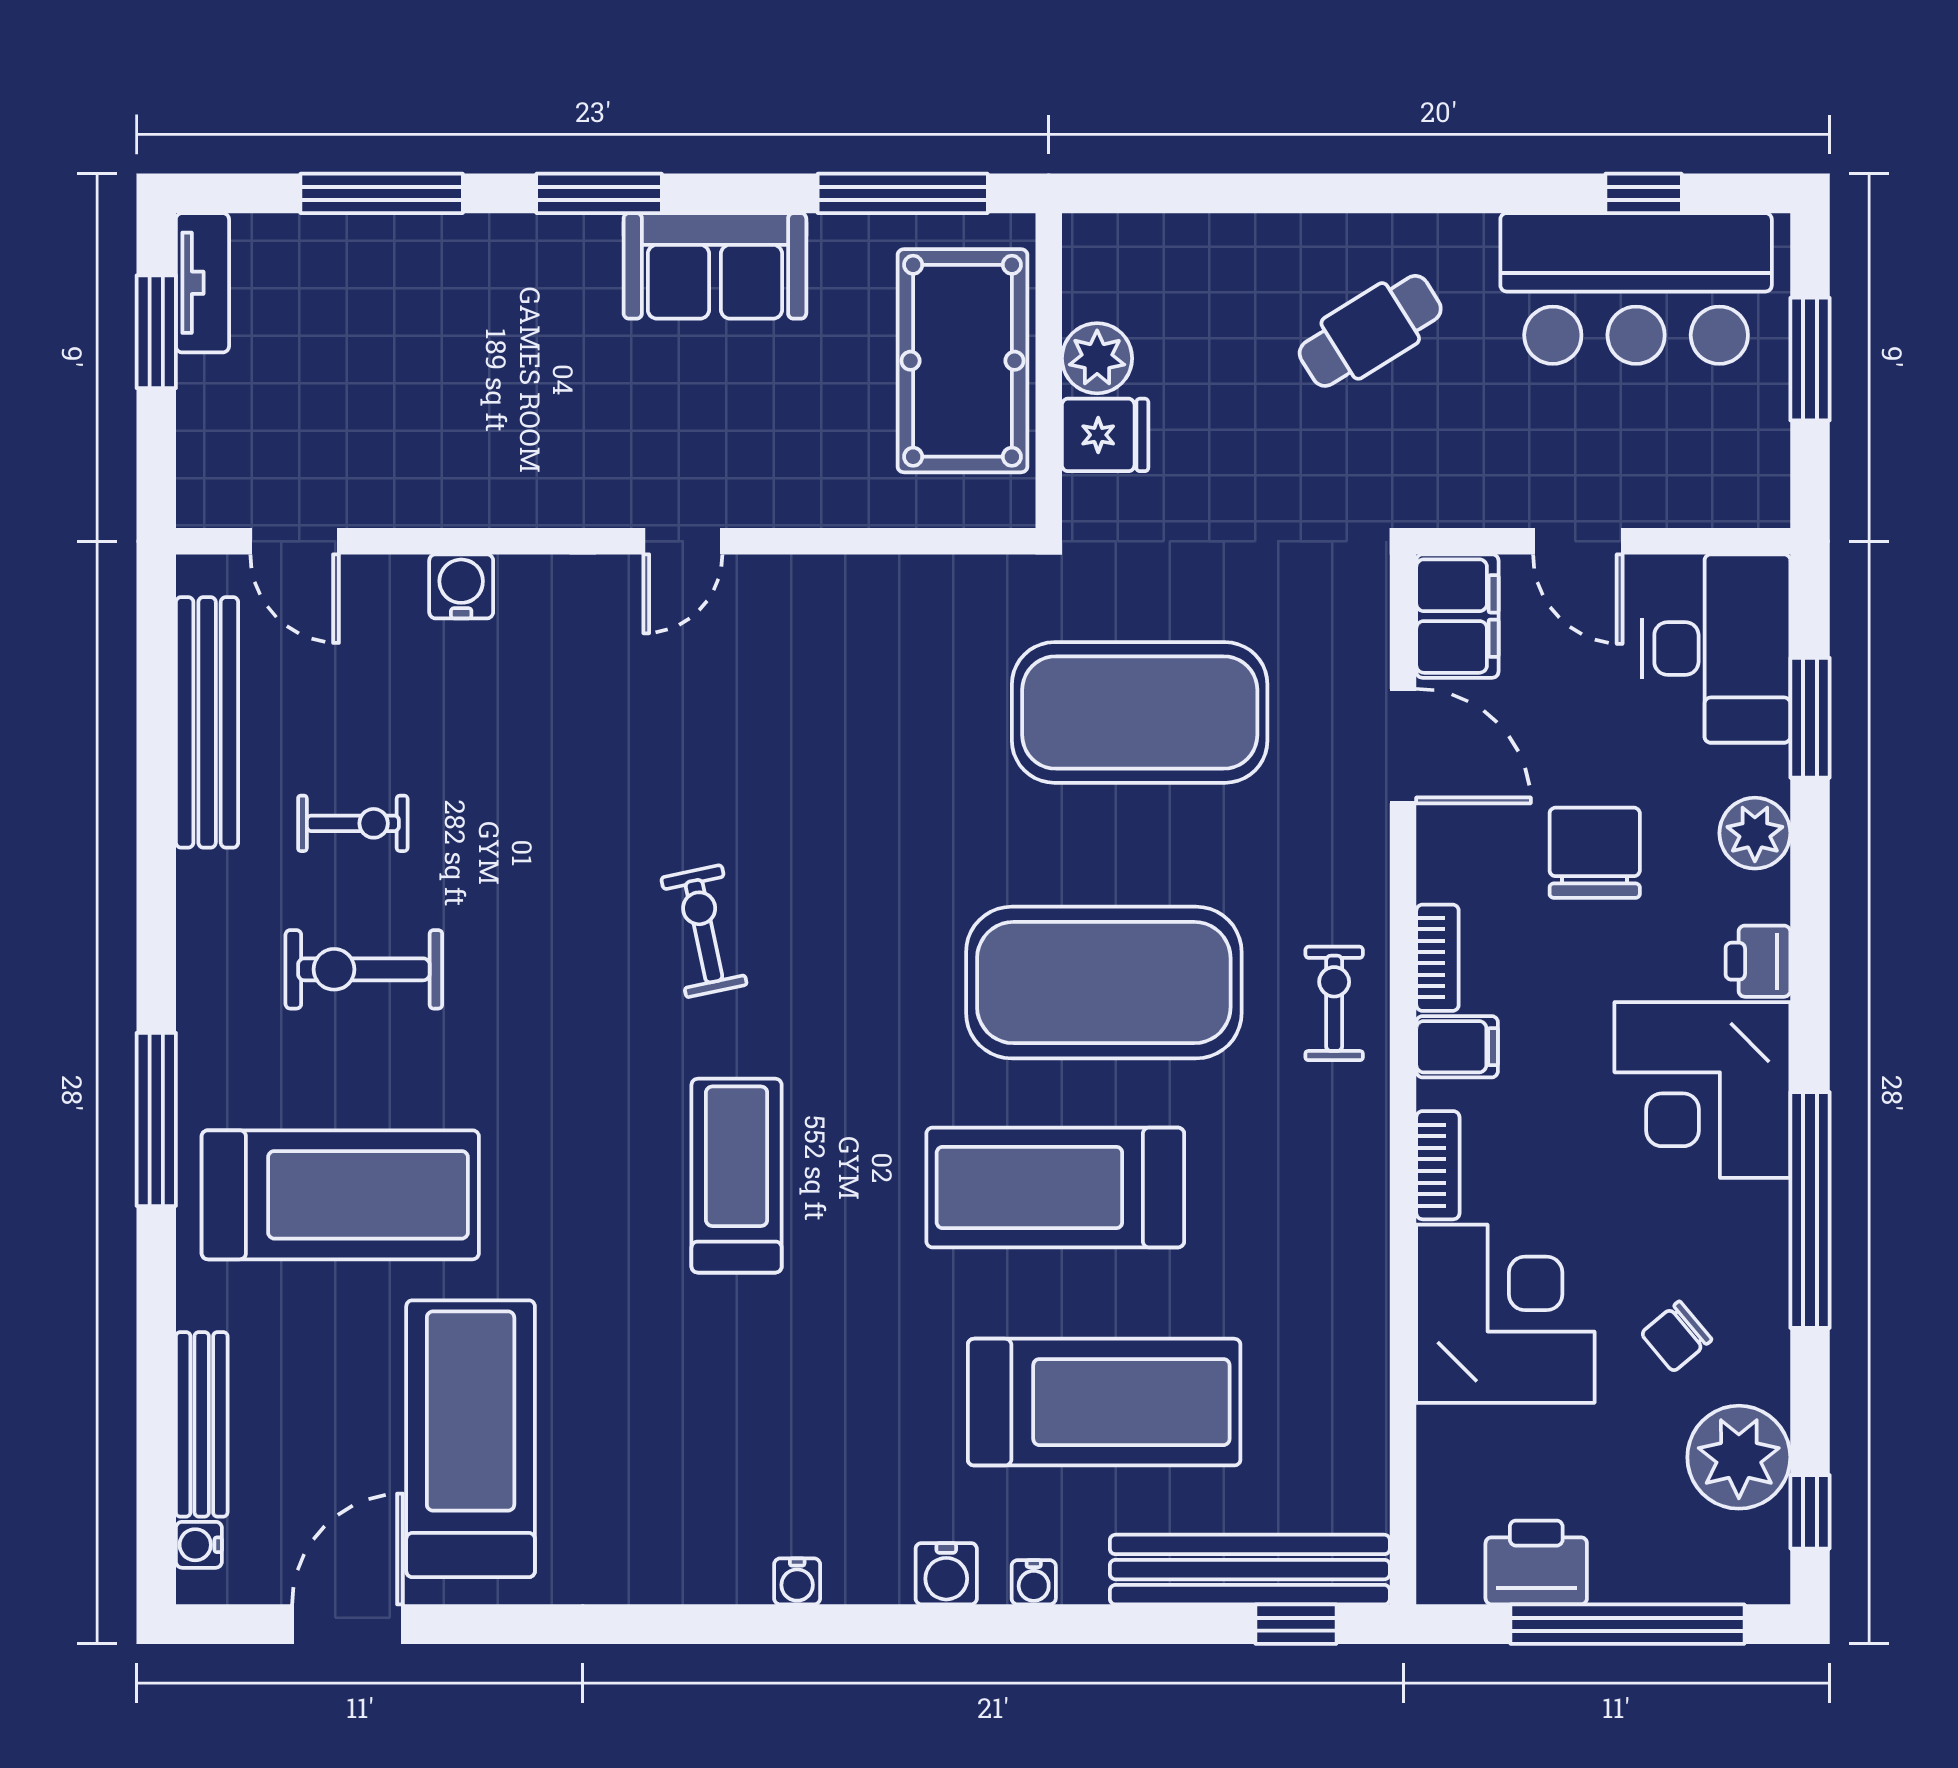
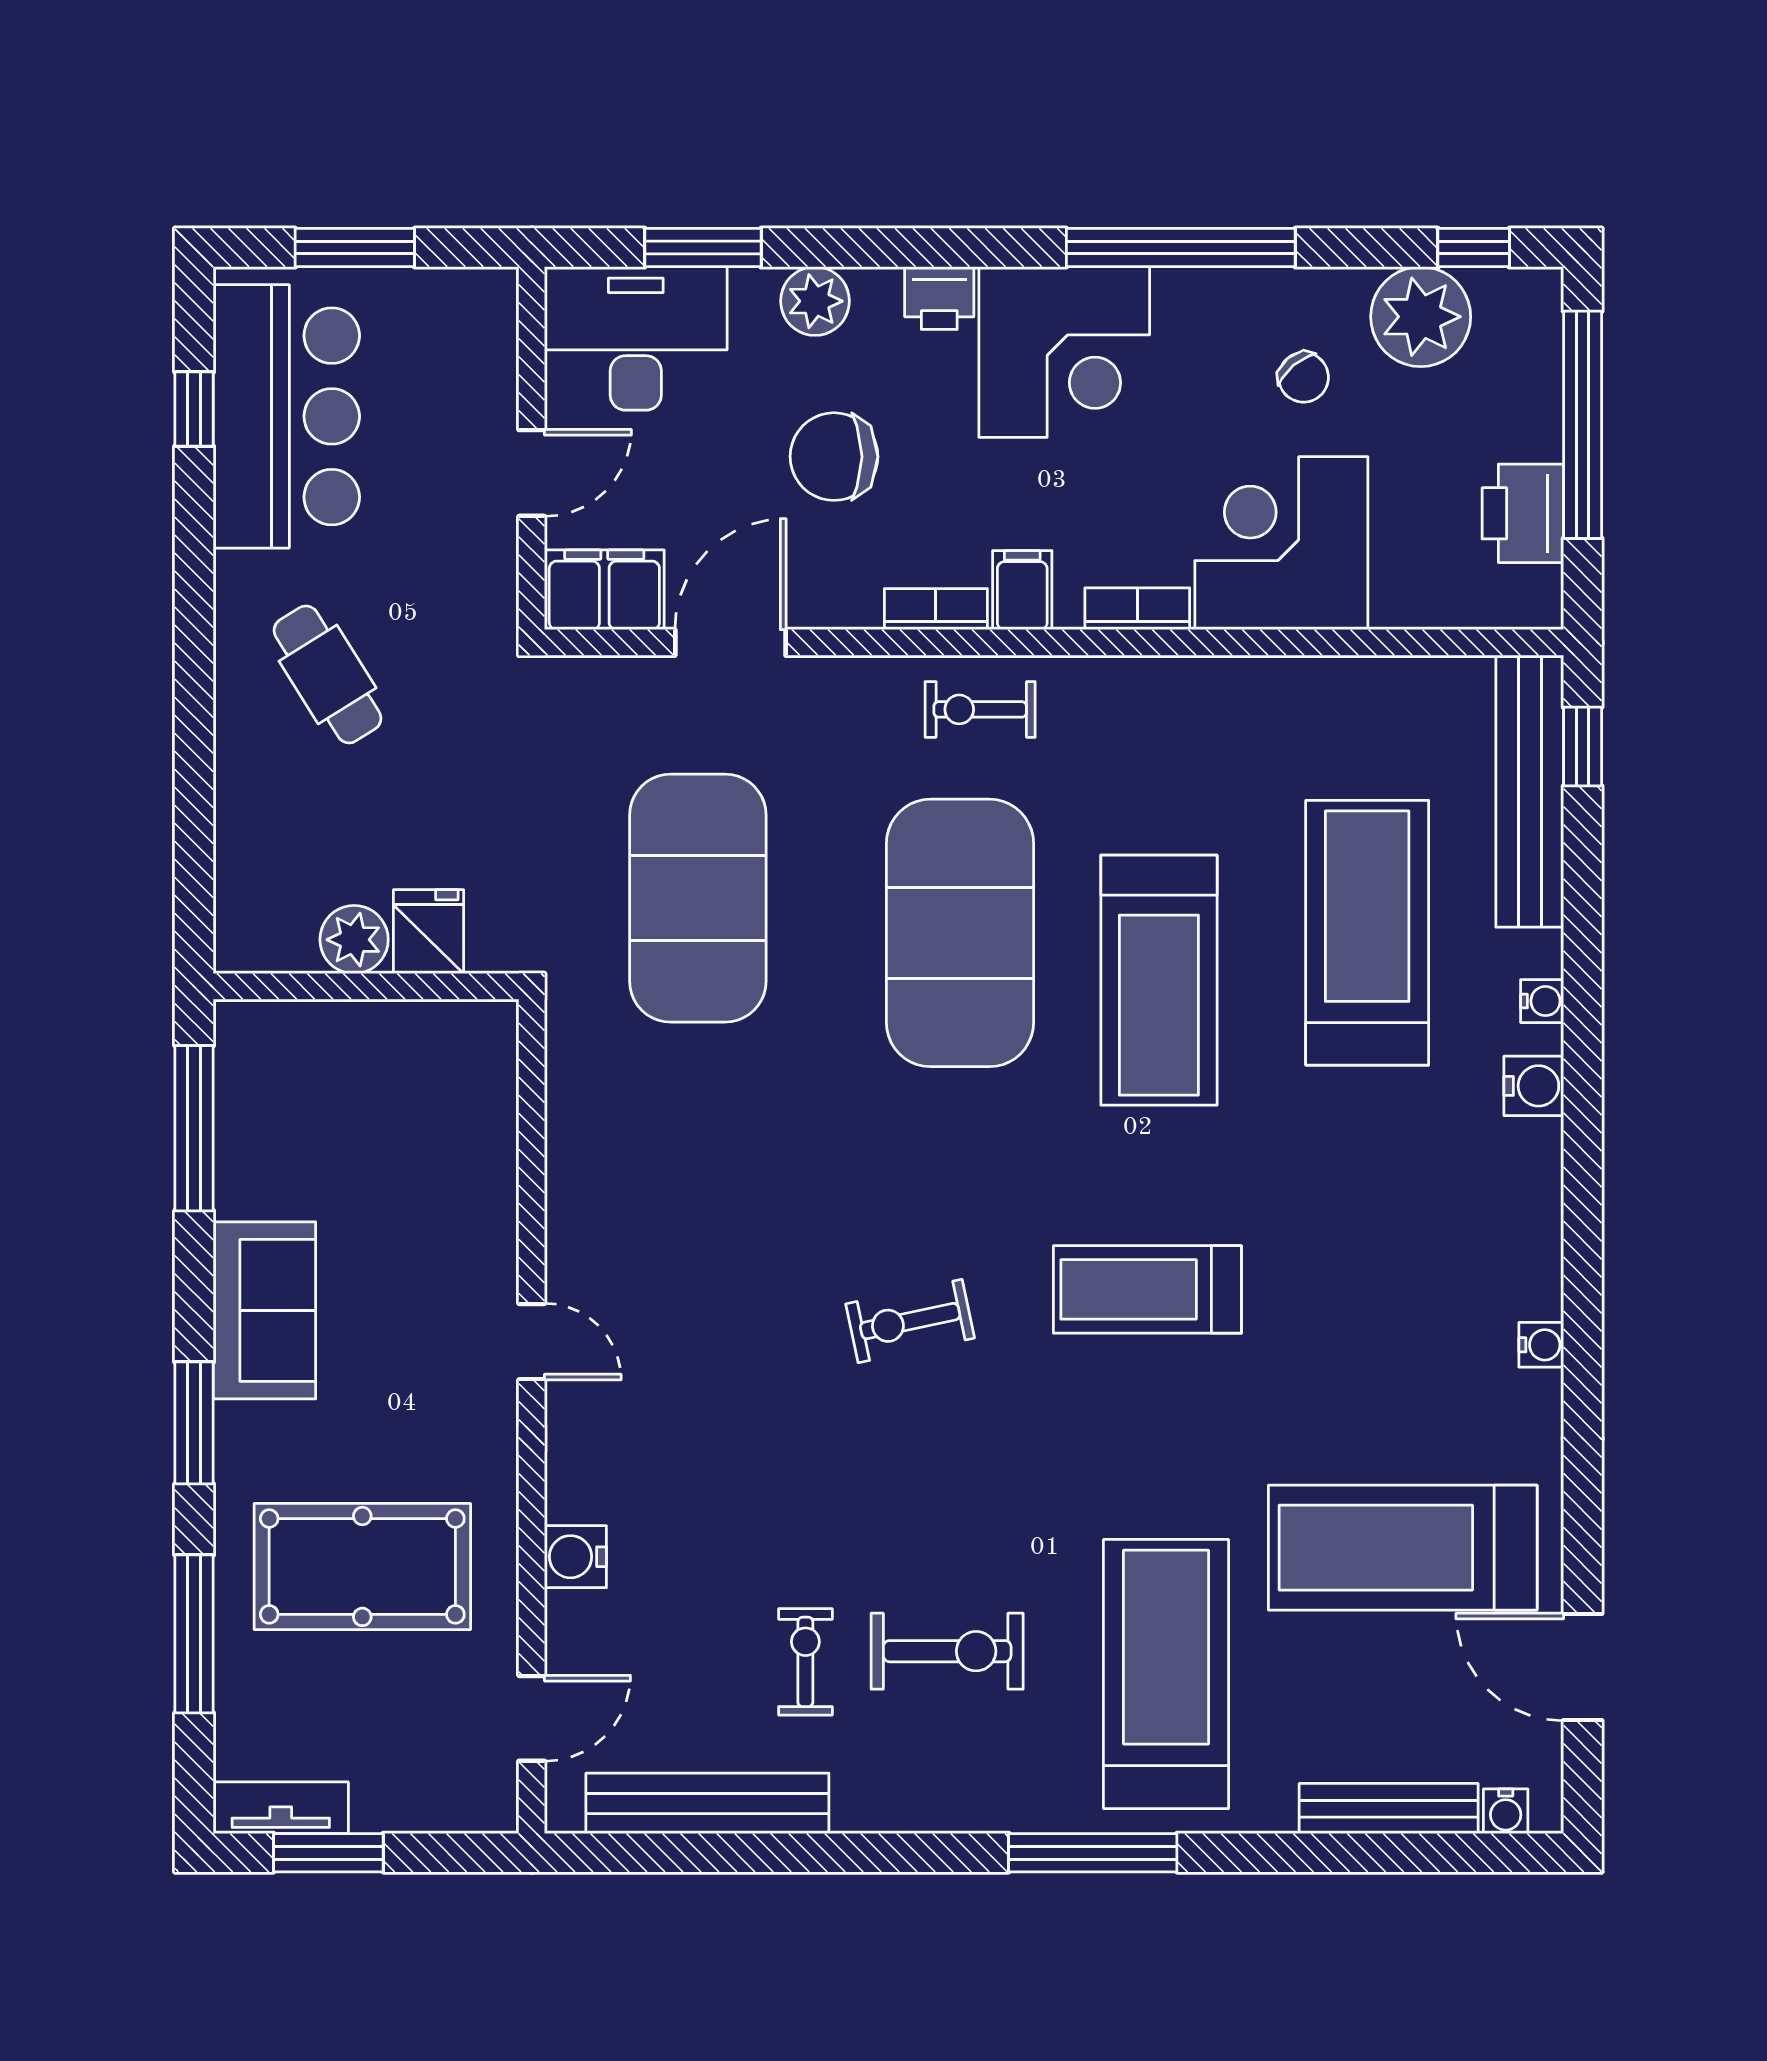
pool table: (962, 361) -> (362, 1566), moved
exercise bike: (364, 969) -> (947, 1651), turned -90
water cooler: (797, 1581) -> (1541, 1345), moved

